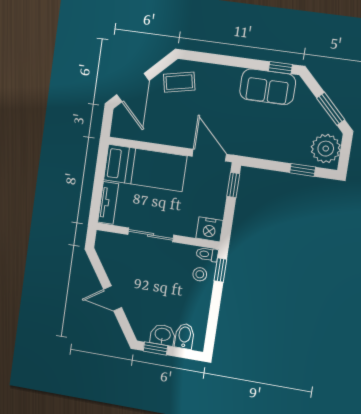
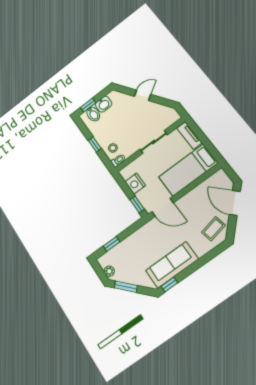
sofa: (268, 87) -> (172, 265), width x1.36
plant: (326, 149) -> (109, 271), width x0.53, depth x0.53
nightstand: (209, 229) -> (135, 184), moved, turned -90
window: (220, 270) -> (95, 145), moved
window: (155, 348) -> (88, 105), moved

